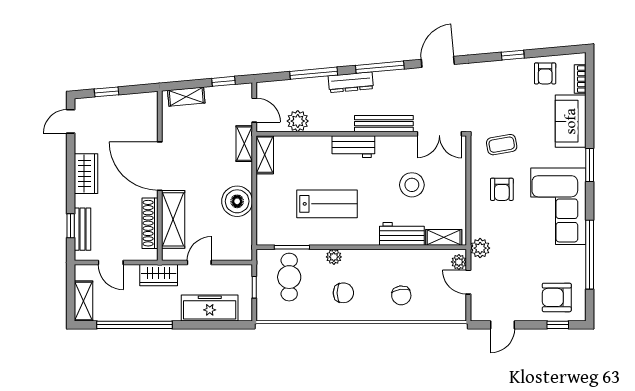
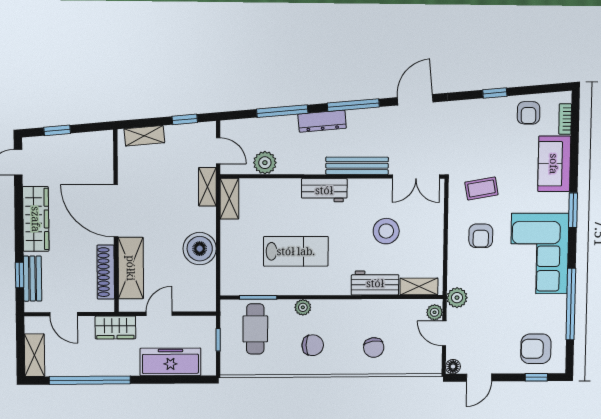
wardrobe: (86, 174) -> (36, 219), width x1.50
floor lamp: (477, 314) -> (453, 367), added

